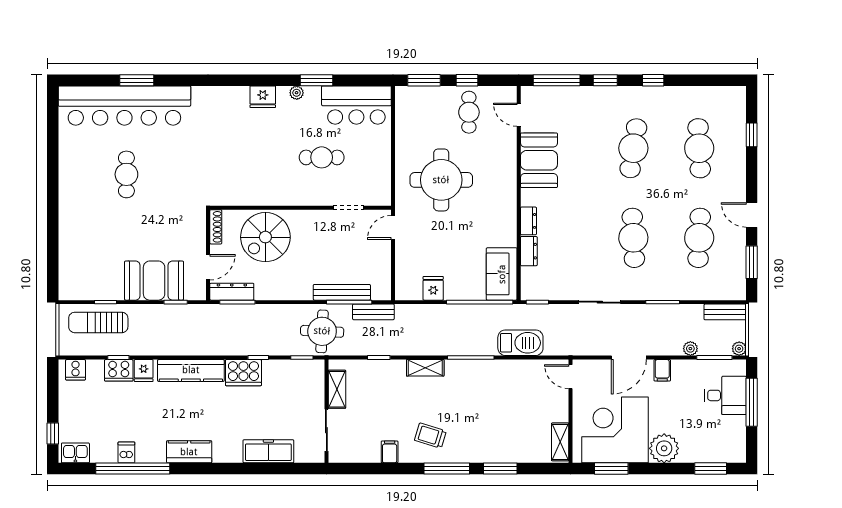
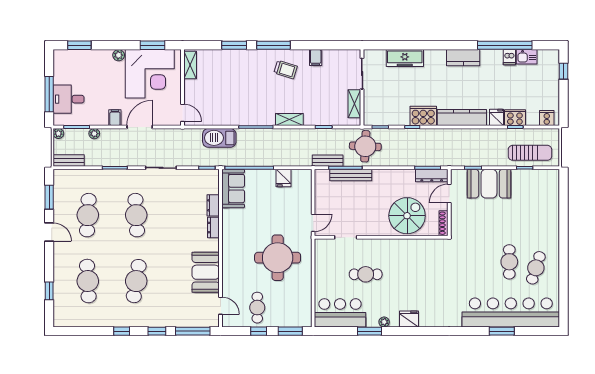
cafe table: (90, 166) -> (536, 268), added
plant: (664, 448) -> (119, 55), width x0.53, depth x0.53
kitchen sink: (75, 453) -> (527, 57), moved

